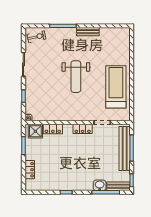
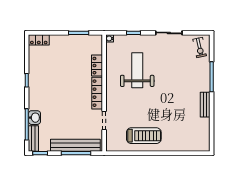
weight bench: (76, 77) -> (137, 70), moved, turned 90
treadmill: (116, 87) -> (144, 136), width x0.73, depth x0.73
locker: (83, 129) -> (97, 93), width x1.53
shower: (35, 131) -> (95, 46), removed
locker: (30, 170) -> (39, 40), moved

